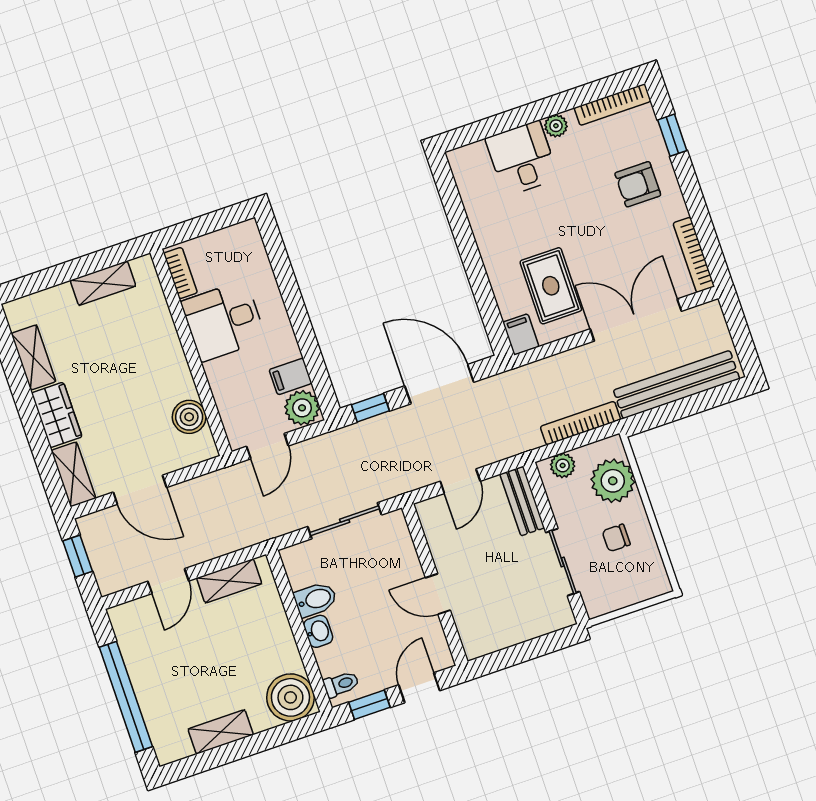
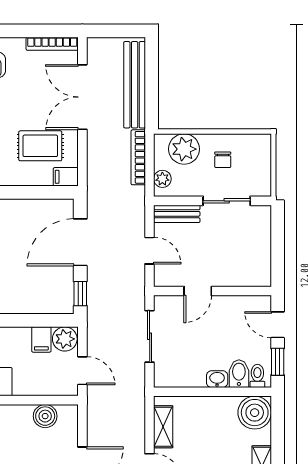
door: (438, 594) -> (198, 291), moved
bidet: (315, 599) -> (239, 374), moved

